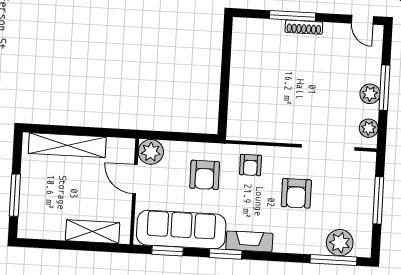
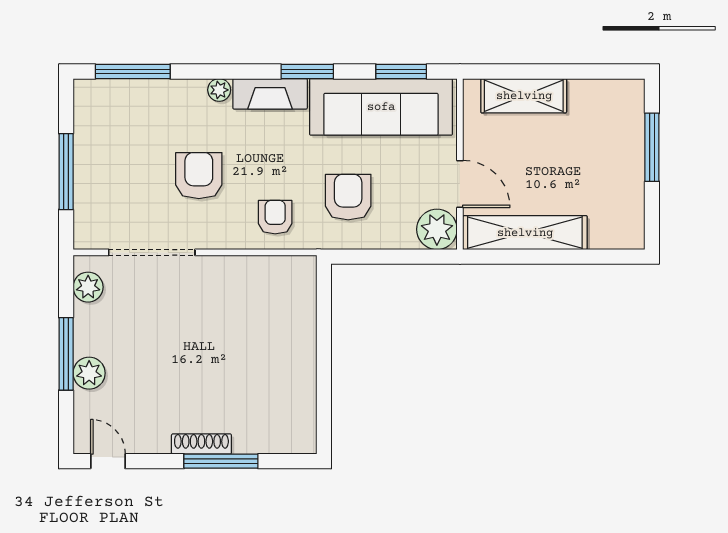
plant: (370, 94) -> (89, 373), moved
shelving: (67, 145) -> (525, 233), moved
plant: (340, 243) -> (219, 90), moved, width x0.53, depth x0.53

